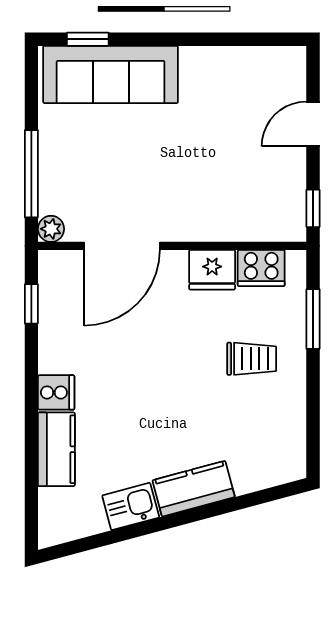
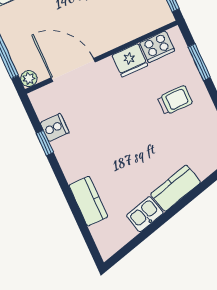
door: (122, 246) -> (73, 70), swing flipped
window: (31, 304) -> (45, 143), moved
cooker: (56, 392) -> (55, 128), moved

